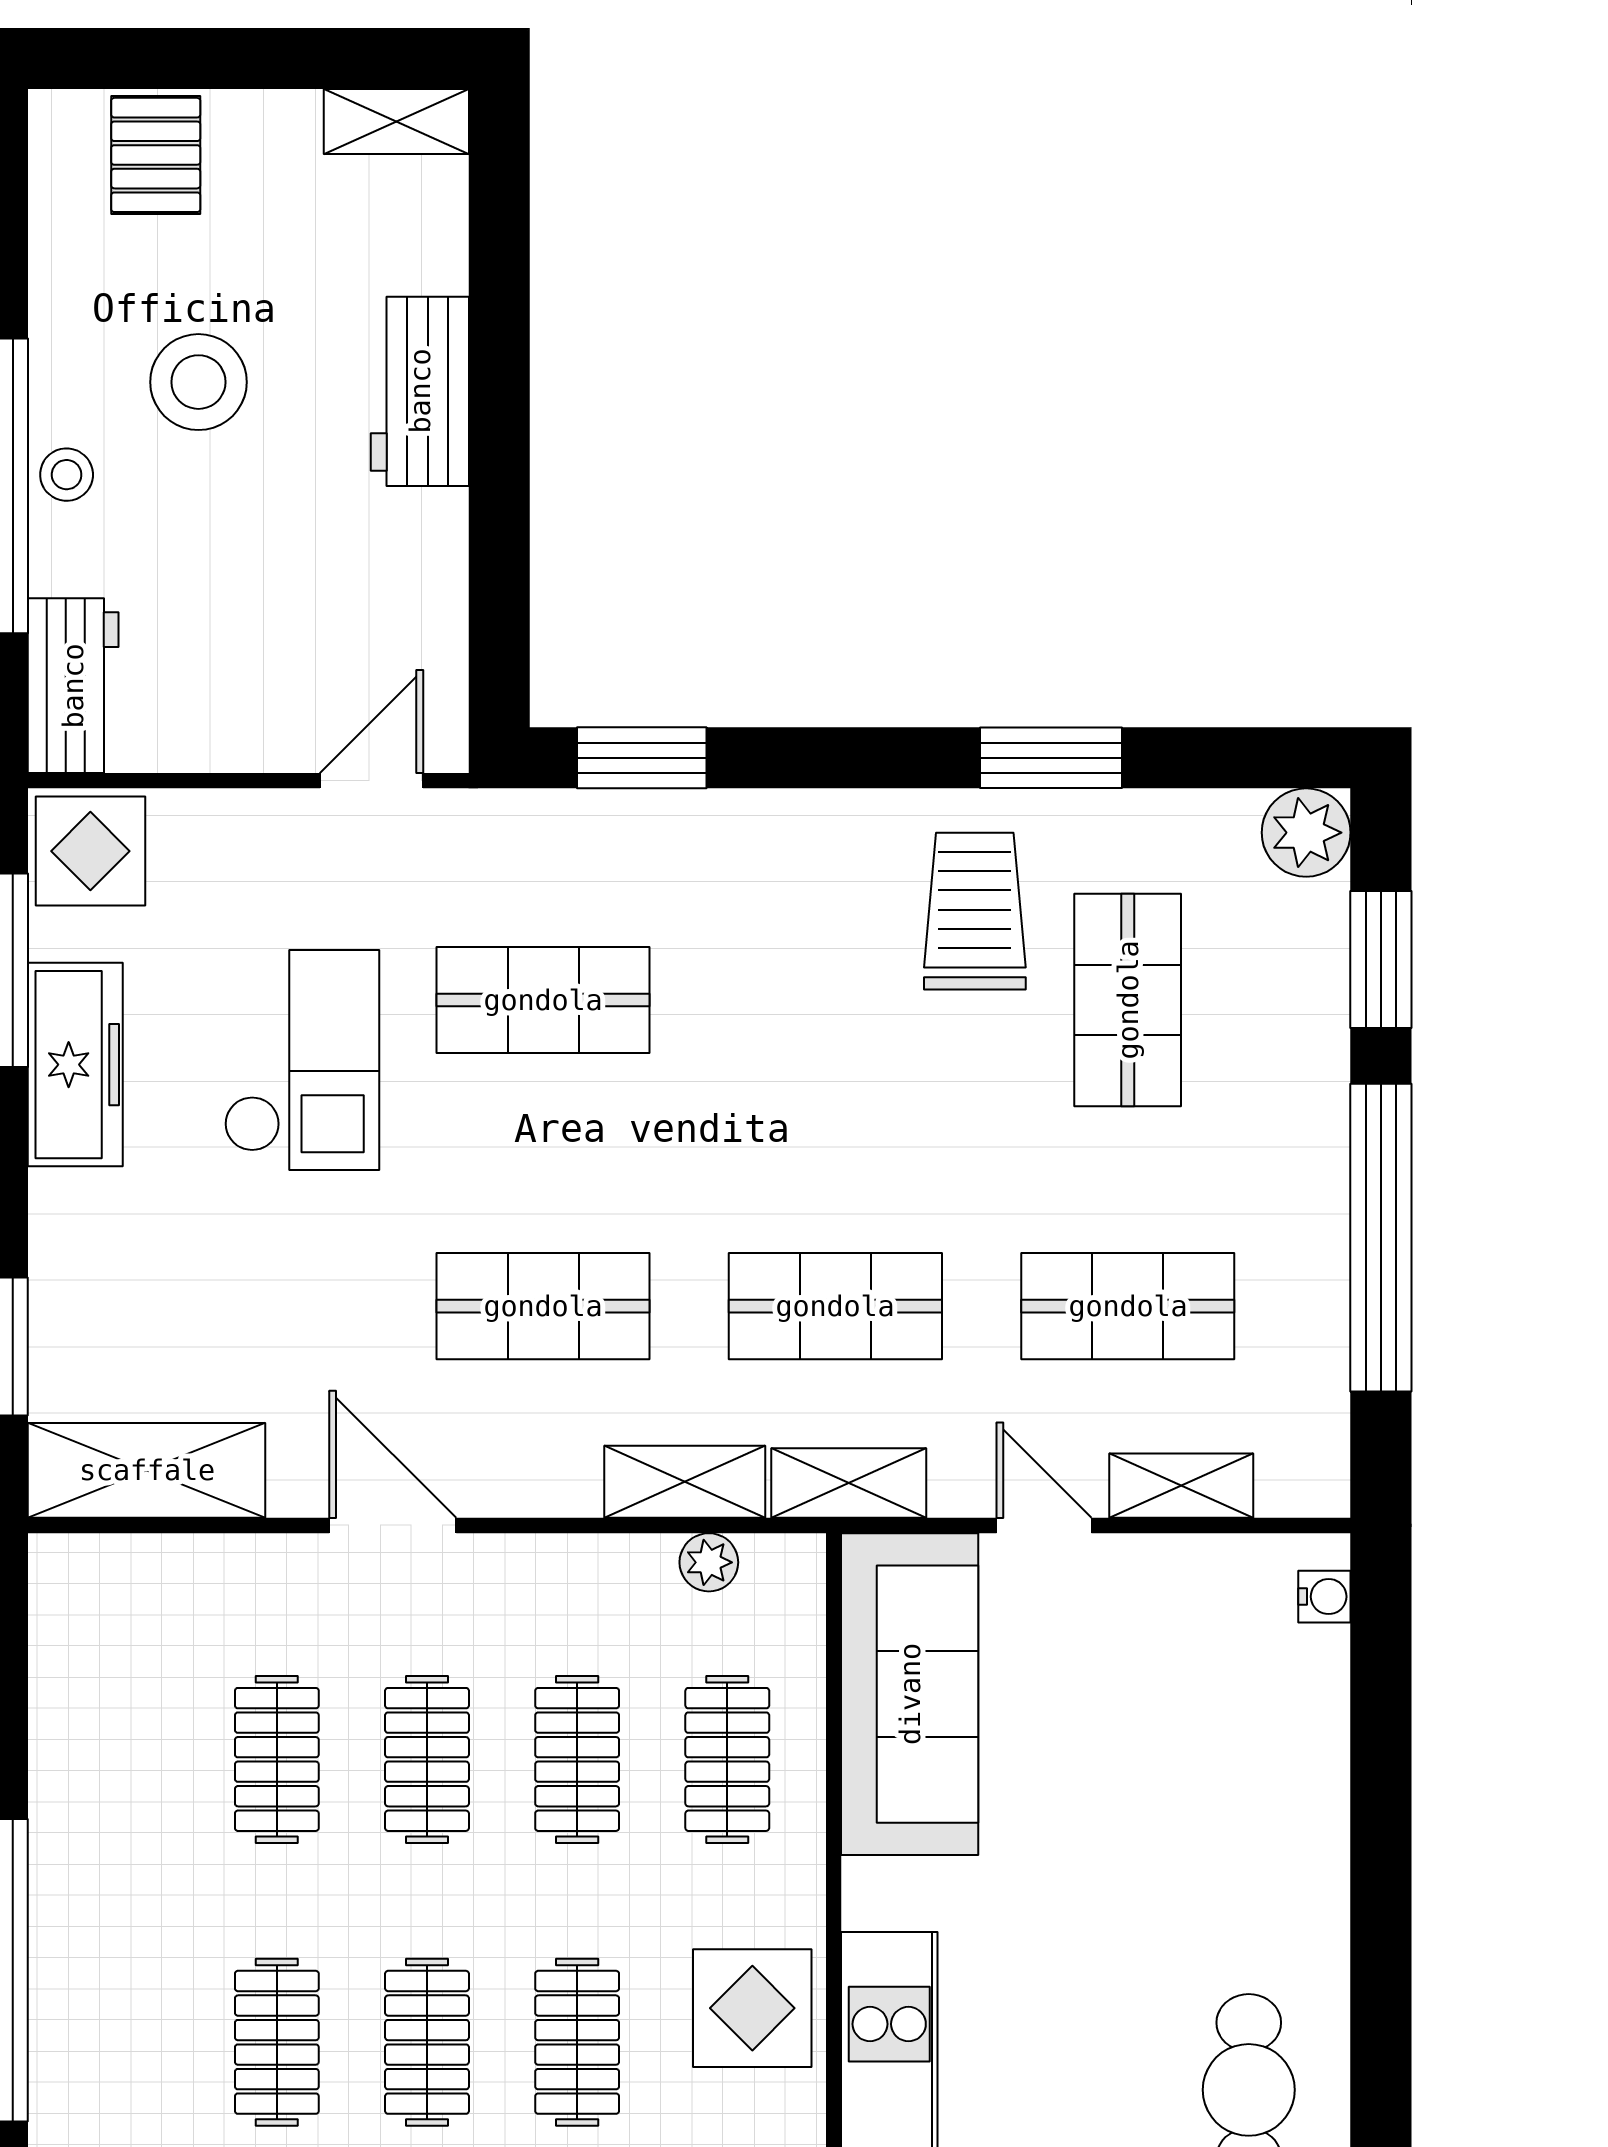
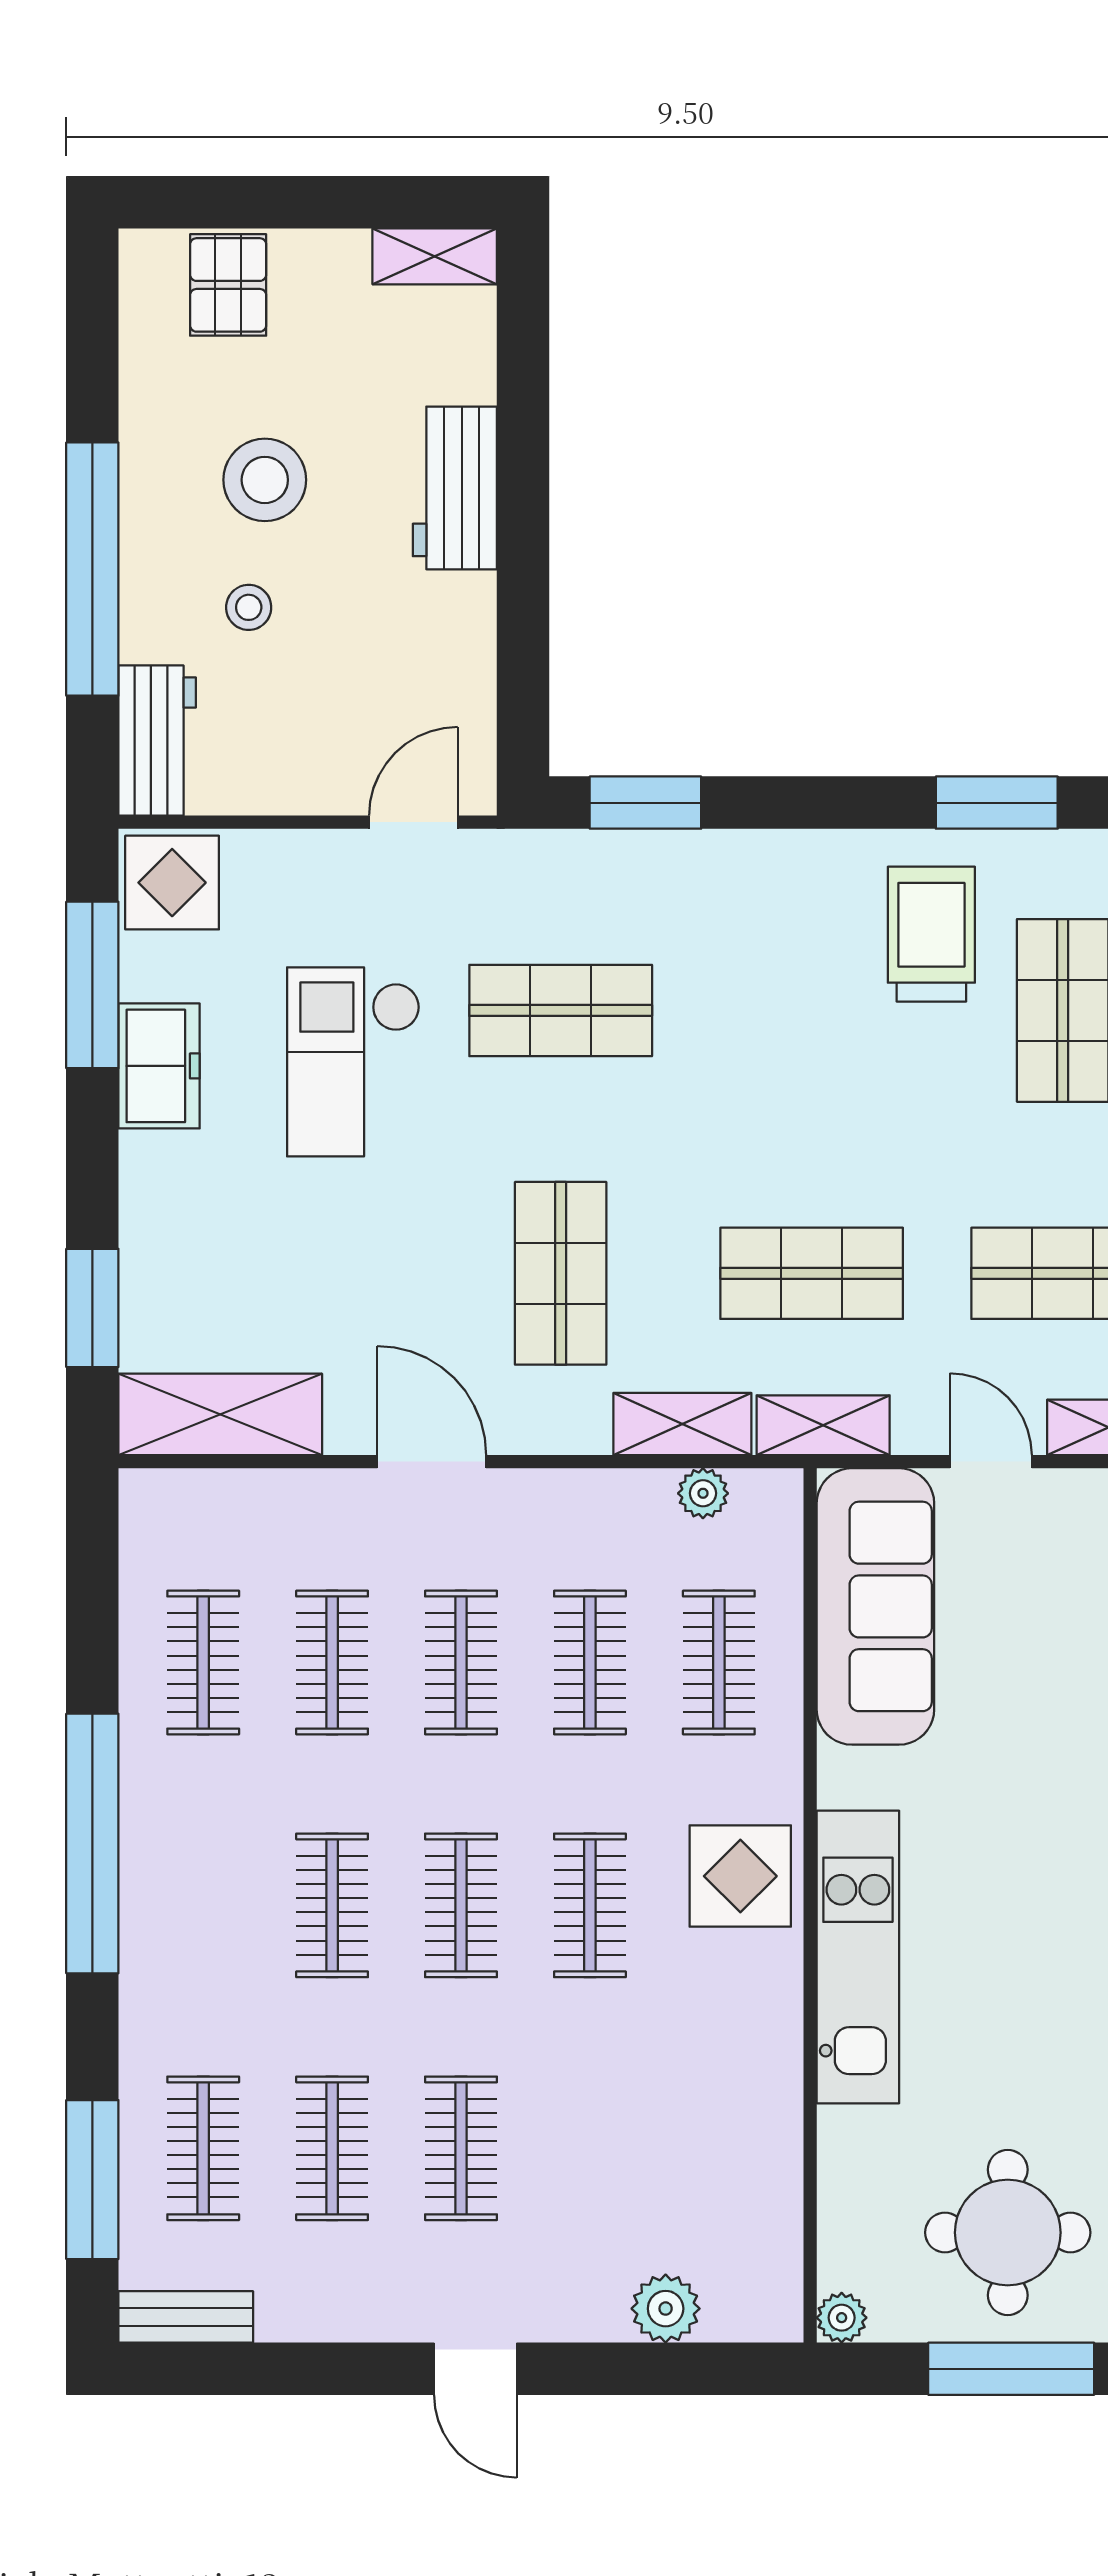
stool: (67, 475) -> (249, 607), moved
checkout: (302, 1060) -> (353, 1062), turned 180
freezer: (75, 1065) -> (159, 1066), width x0.71
shop shelf: (543, 1306) -> (561, 1273), turned 90
clothes rail: (127, 1759) -> (203, 1663), added

